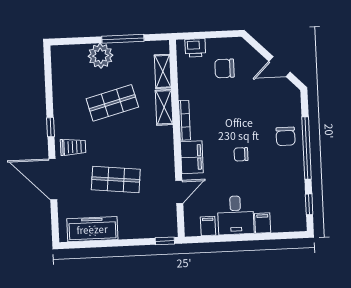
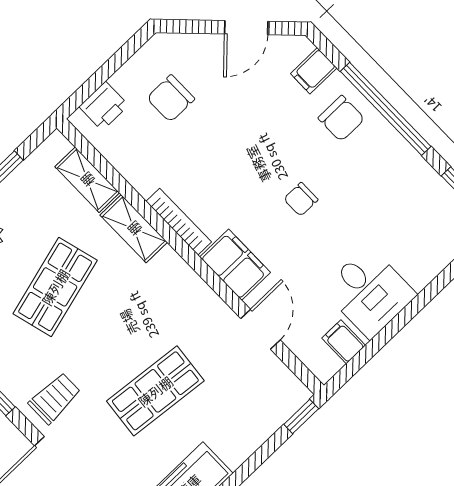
filing cabinet: (263, 223) -> (314, 71), moved, turned -90

